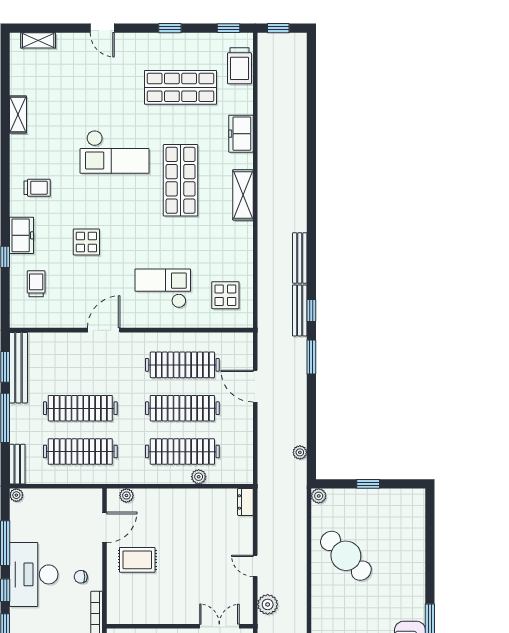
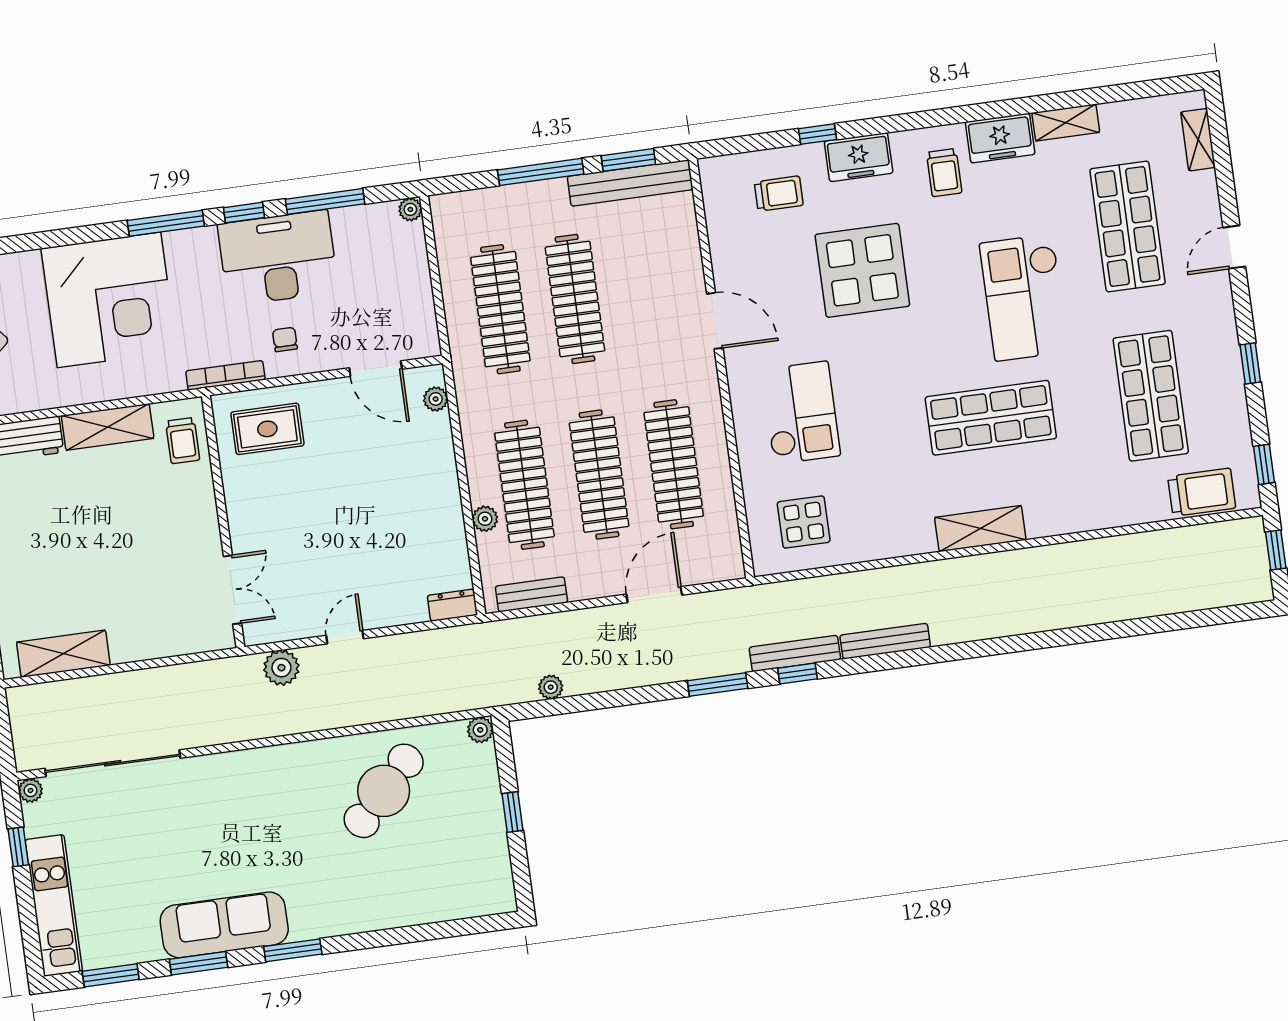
trolley: (239, 66) -> (1202, 492), turned 180
shop shelf: (82, 87) -> (1128, 226), added
freezer: (241, 134) -> (1000, 138), moved, turned 180
display table: (86, 242) -> (862, 270), width x1.86, depth x1.86
bench: (17, 464) -> (531, 594), moved
rug: (137, 560) -> (267, 429), moved, turned 90

